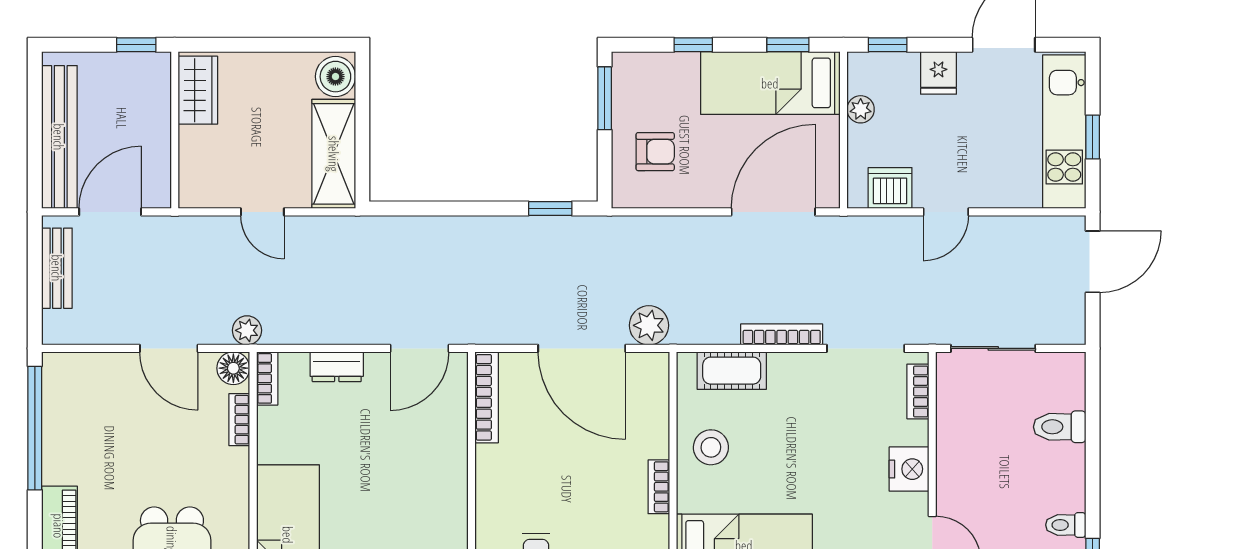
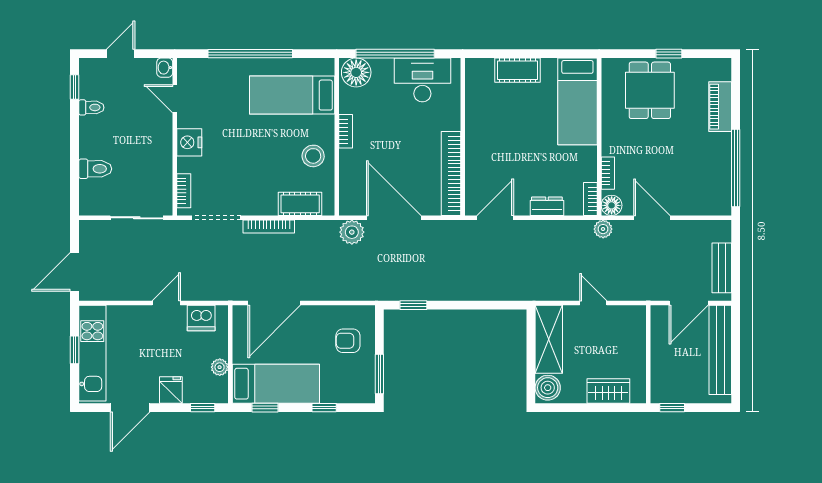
wardrobe: (198, 90) -> (608, 391), moved, turned 90
bookcase: (487, 397) -> (451, 174), width x1.48, depth x1.31

